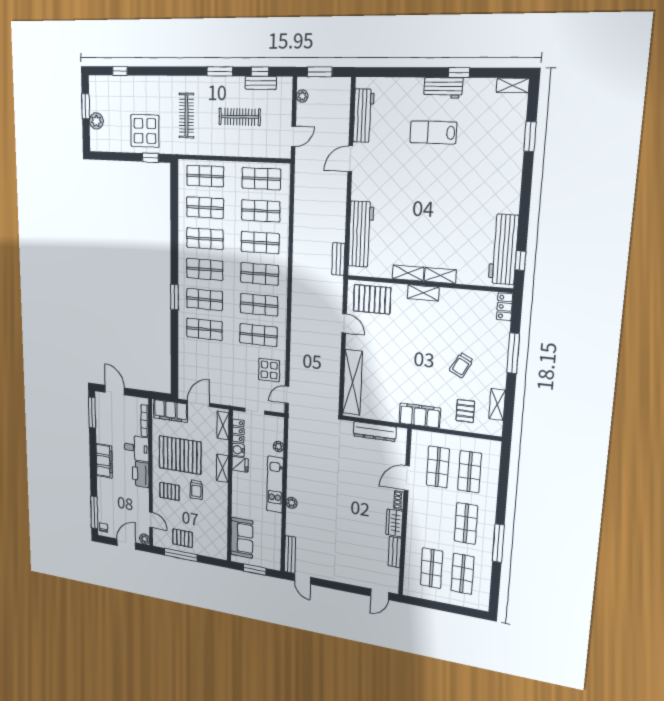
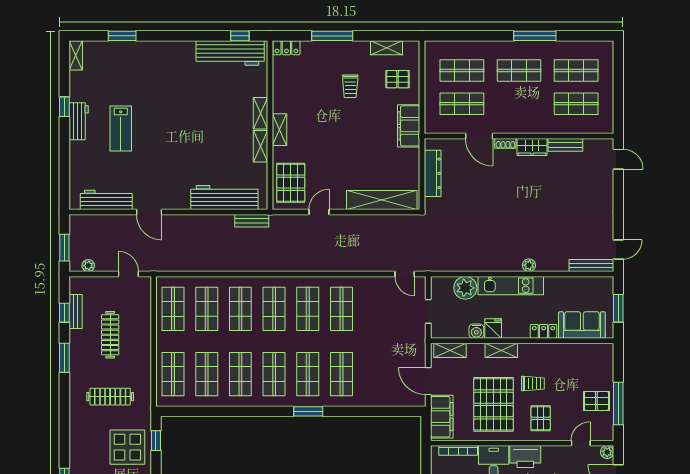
trolley: (461, 365) -> (350, 86), turned 62
display table: (269, 370) -> (379, 296), removed
locker: (238, 431) -> (544, 331), moved
plant: (278, 447) -> (465, 288), width x1.88, depth x1.88
pallet: (183, 538) -> (596, 401), turned 90

